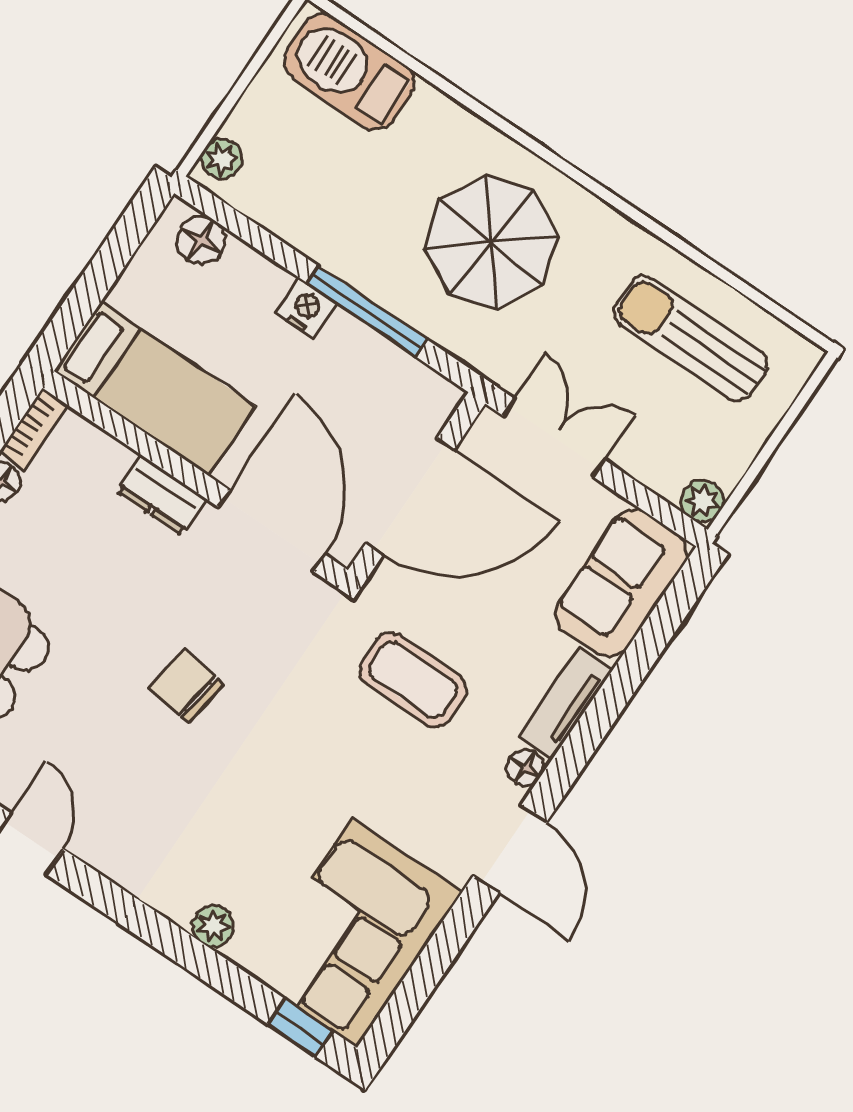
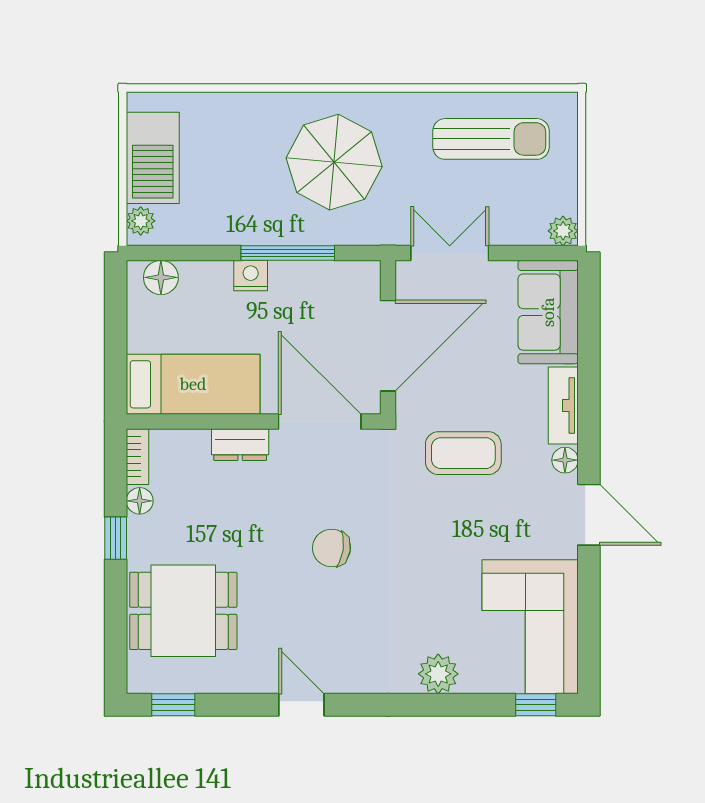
barbecue: (349, 72) -> (153, 158), moved, turned -90
sun lounger: (691, 338) -> (491, 139), turned 180
plant: (213, 926) -> (438, 674), width x1.38, depth x1.38

